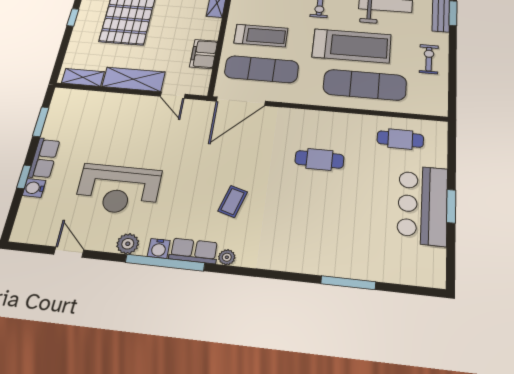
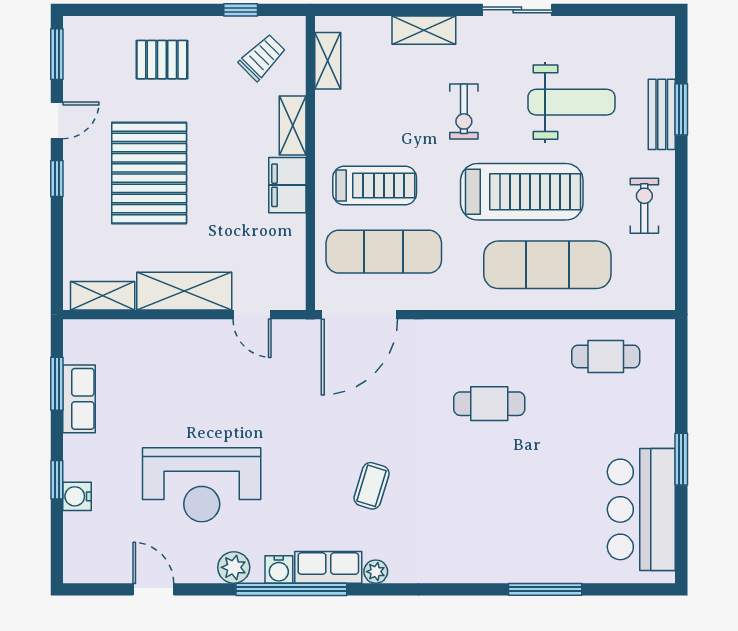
filing cabinet: (204, 54) -> (287, 185), moved
row of seats: (44, 158) -> (79, 399), moved
bar counter: (423, 205) -> (641, 509), moved

